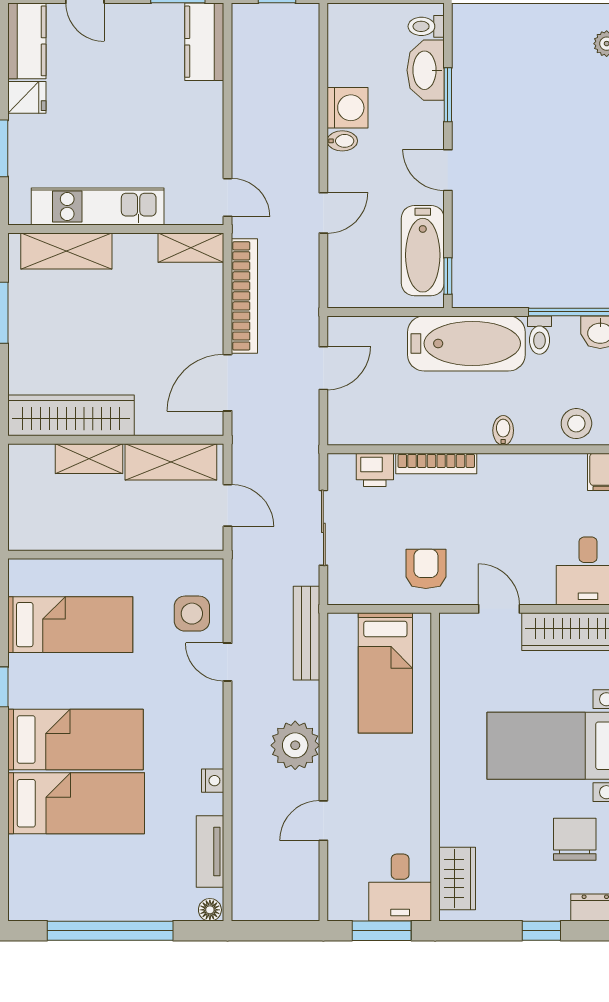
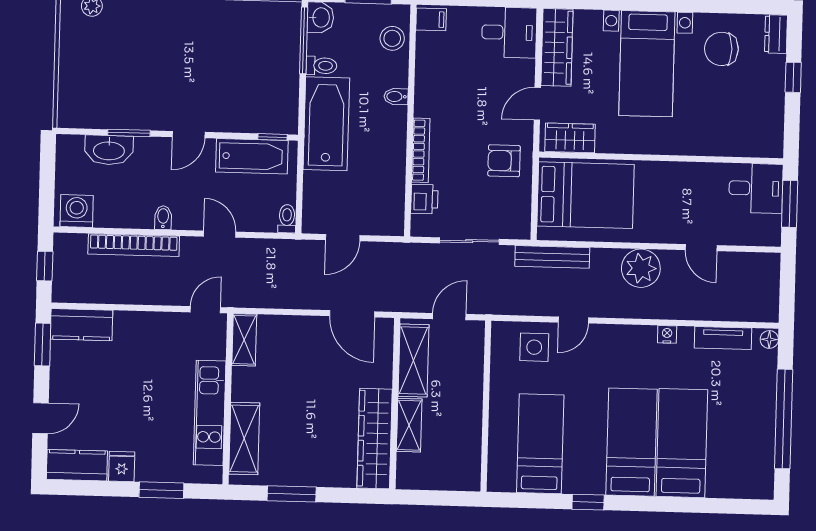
toilet: (426, 26) -> (287, 219), moved, turned 180
washing machine: (348, 108) -> (77, 211), moved
bookcase: (244, 296) -> (134, 245), moved, turned 180
door: (323, 368) -> (343, 238), swing flipped
bed: (385, 673) -> (586, 195), width x1.50
wardrobe: (457, 879) -> (570, 138), moved

